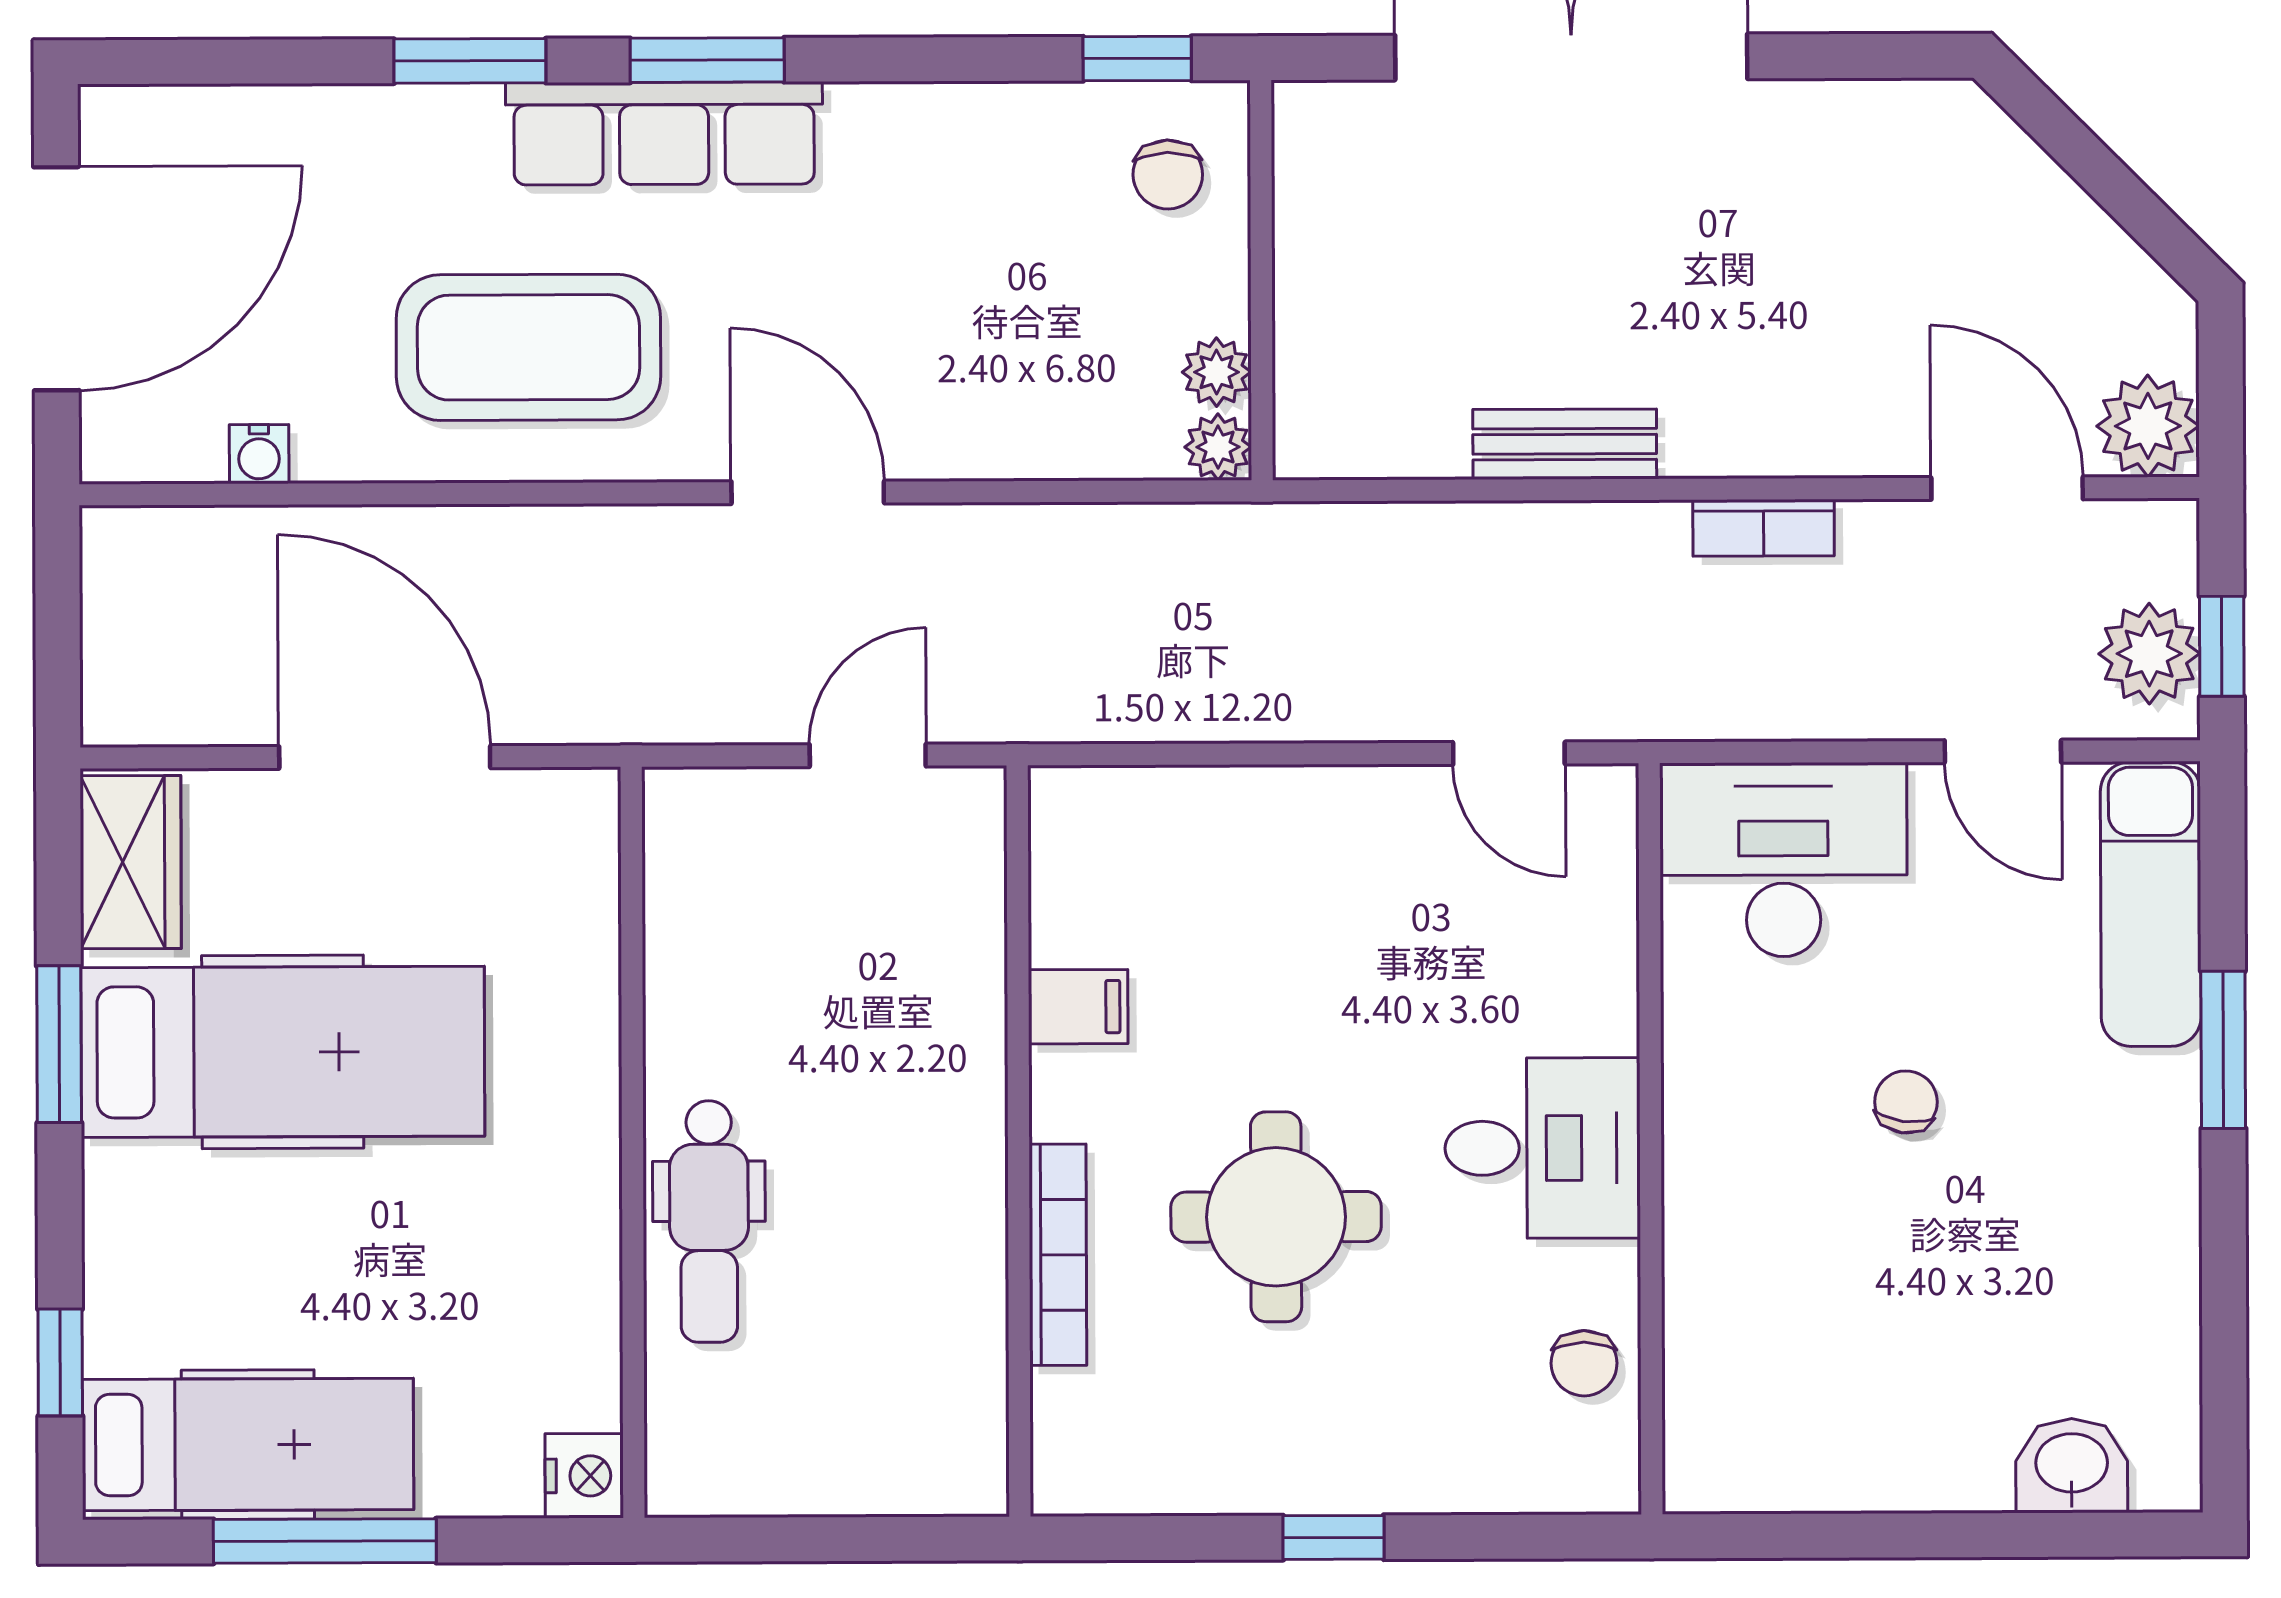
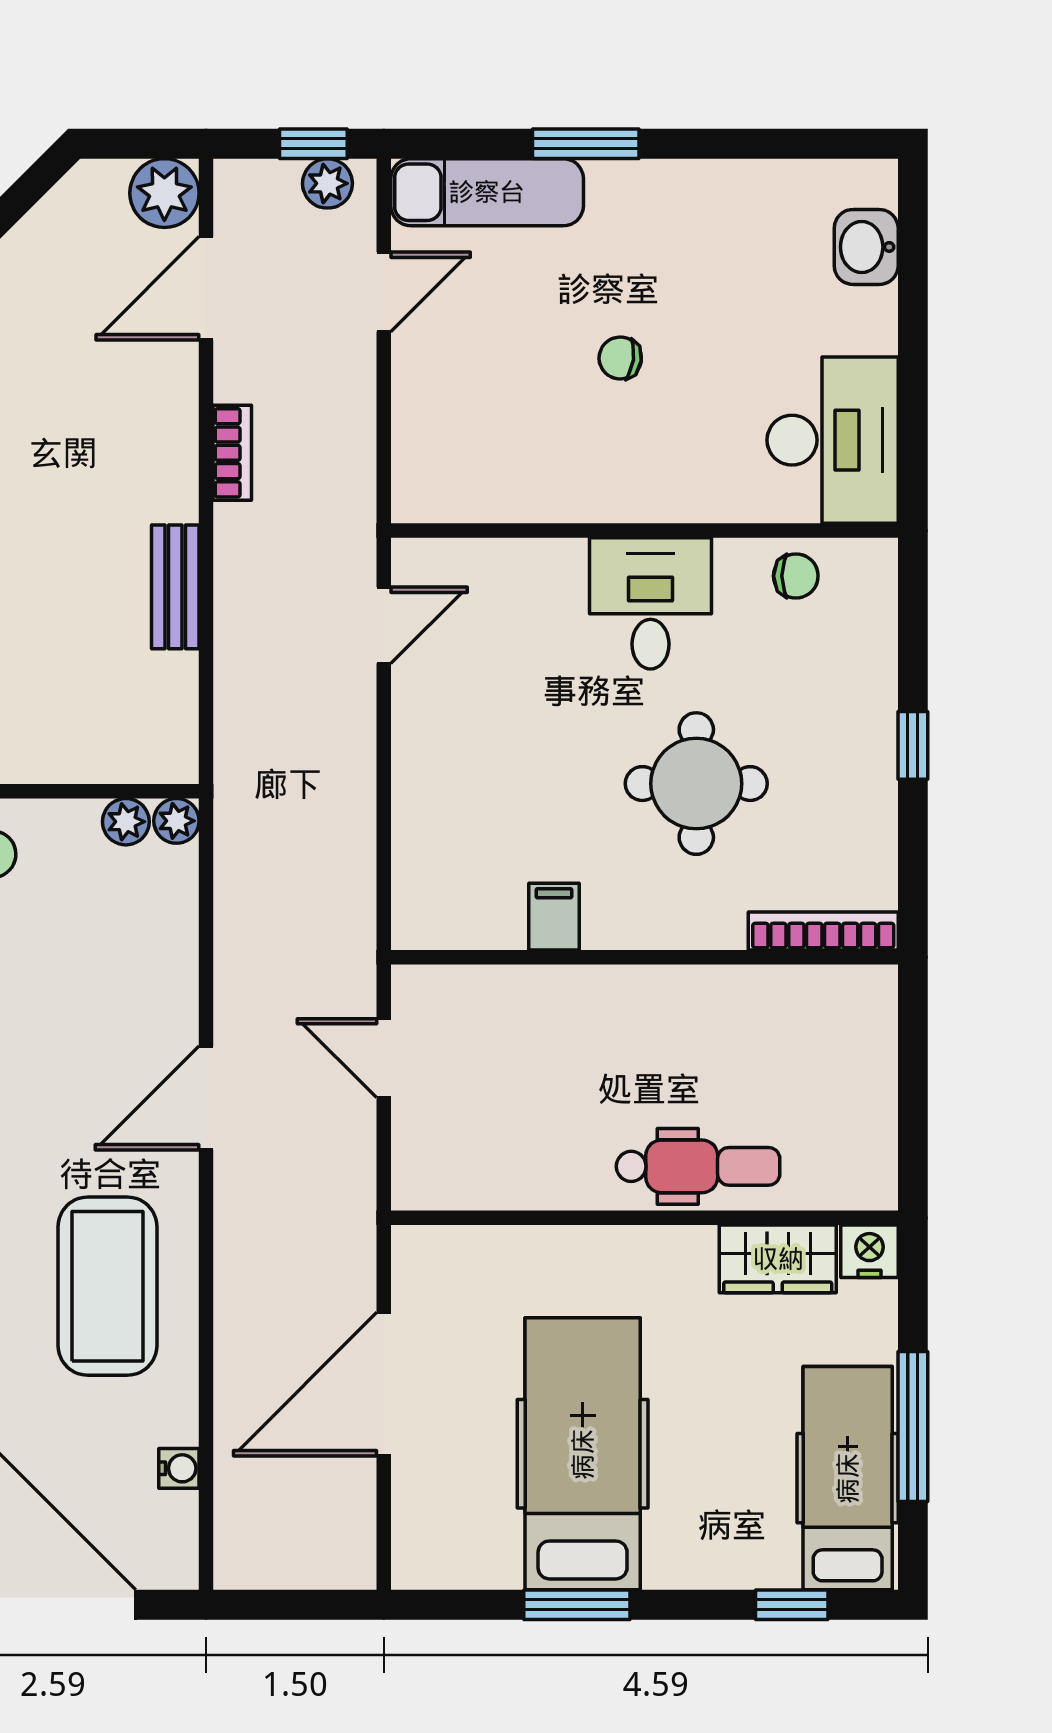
plant: (2149, 654) -> (327, 183), width x0.73, depth x0.73
desk: (1783, 860) -> (833, 440), moved, turned 180
wardrobe: (131, 862) -> (778, 1259), moved, turned 180
bookcase: (1058, 1255) -> (823, 931), moved

